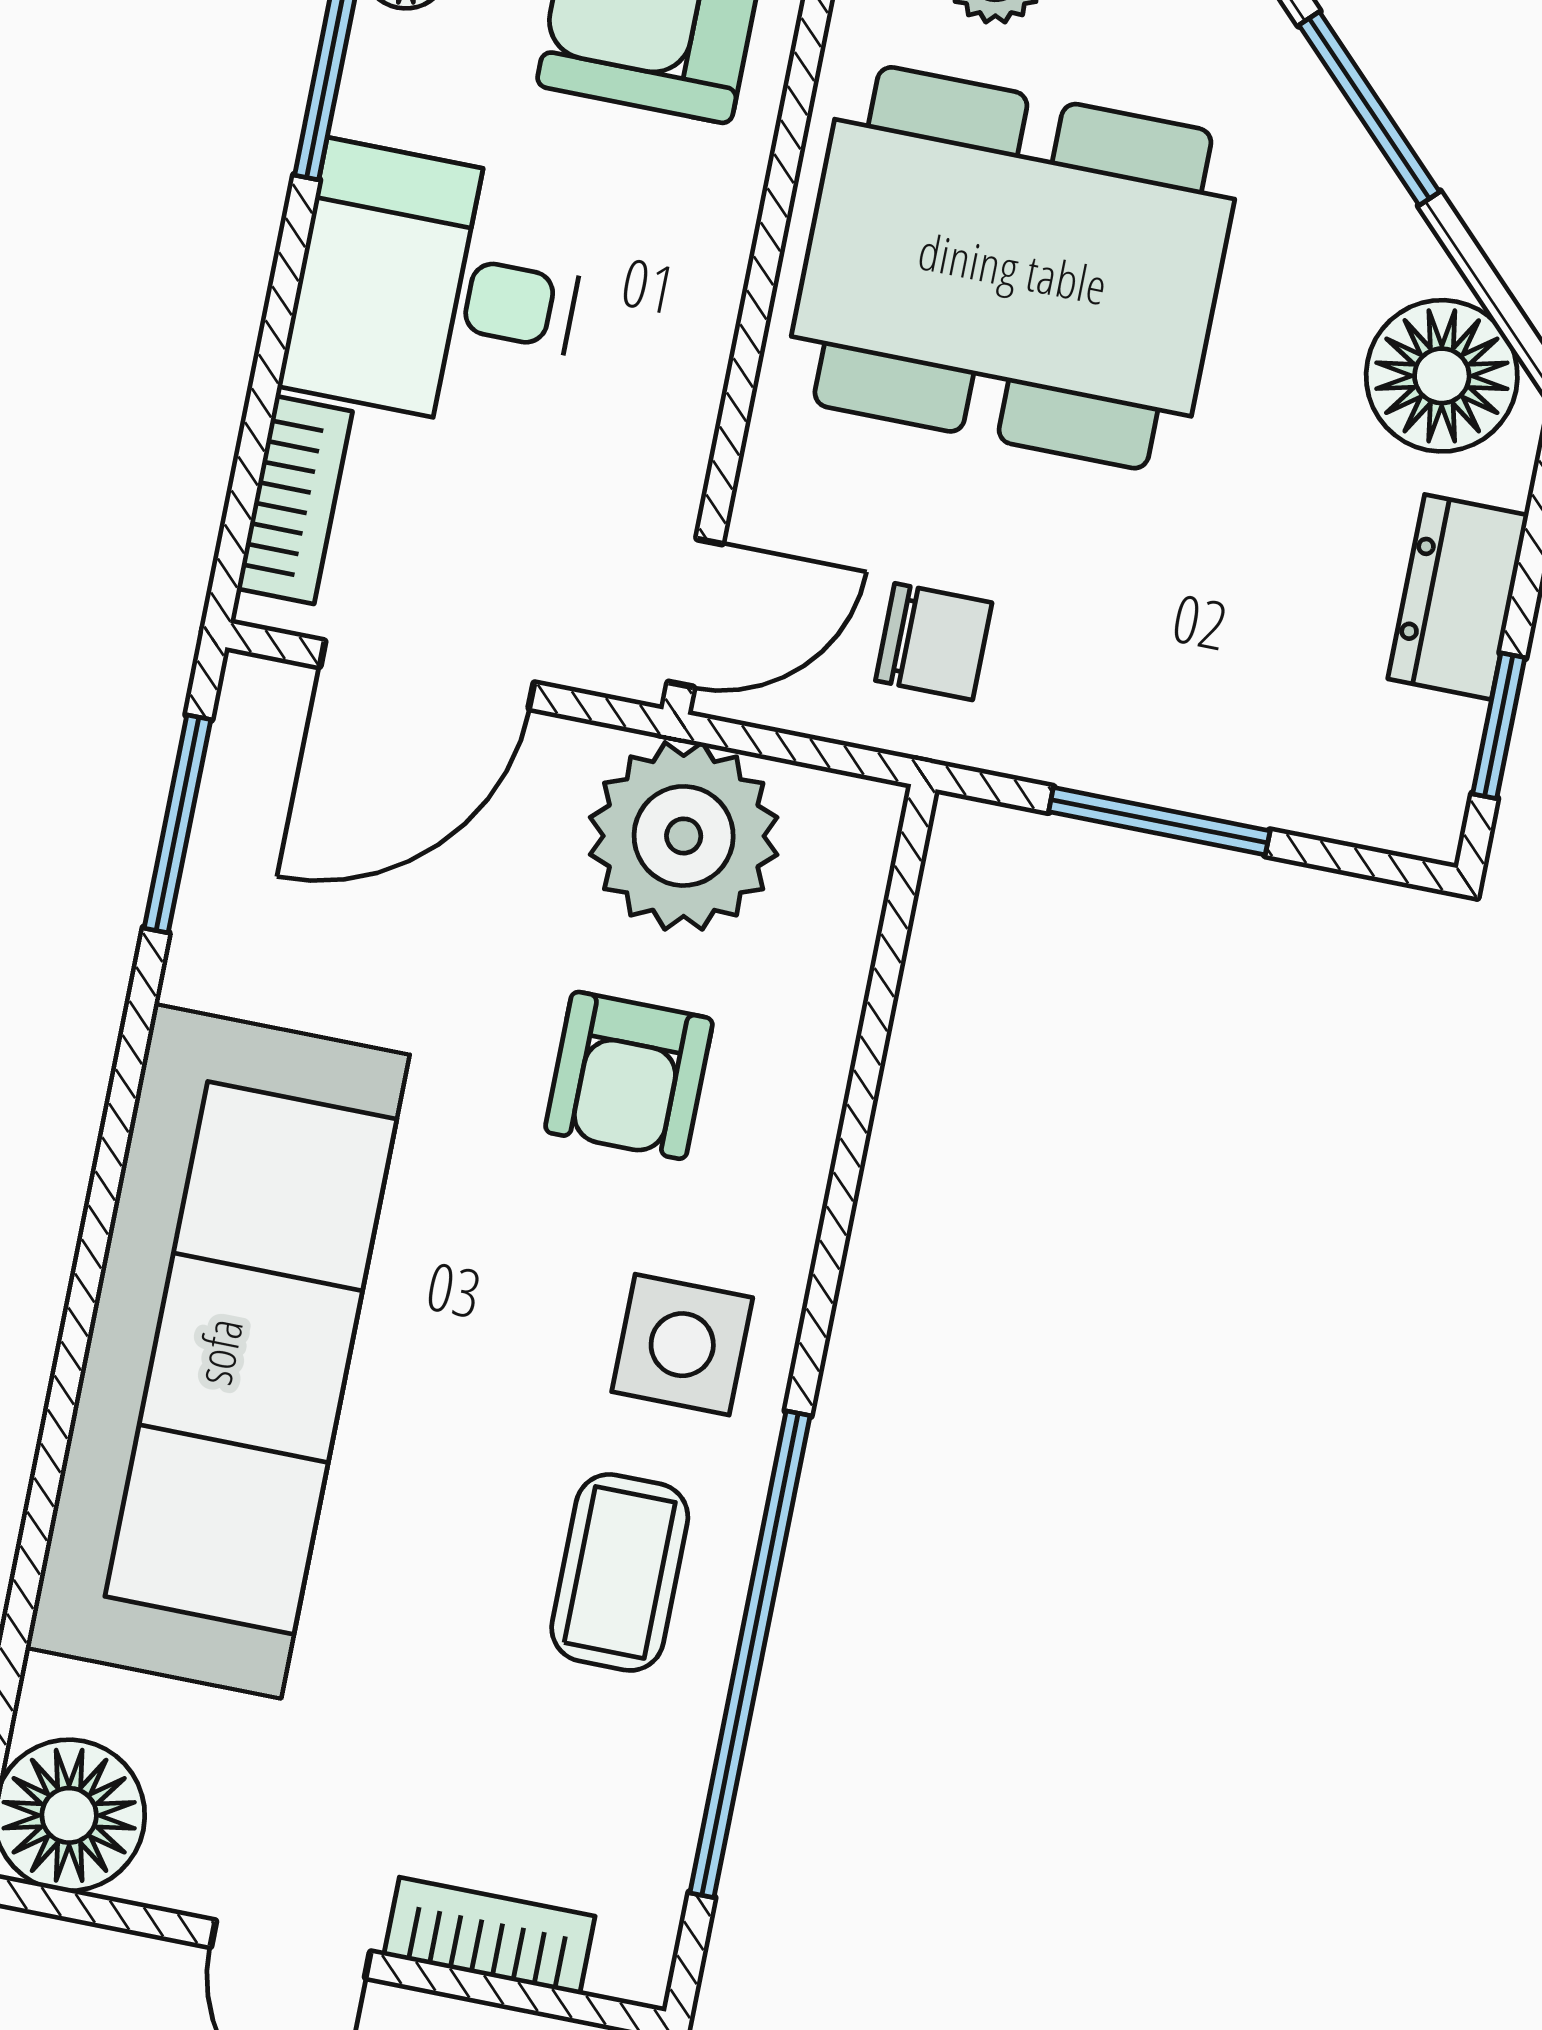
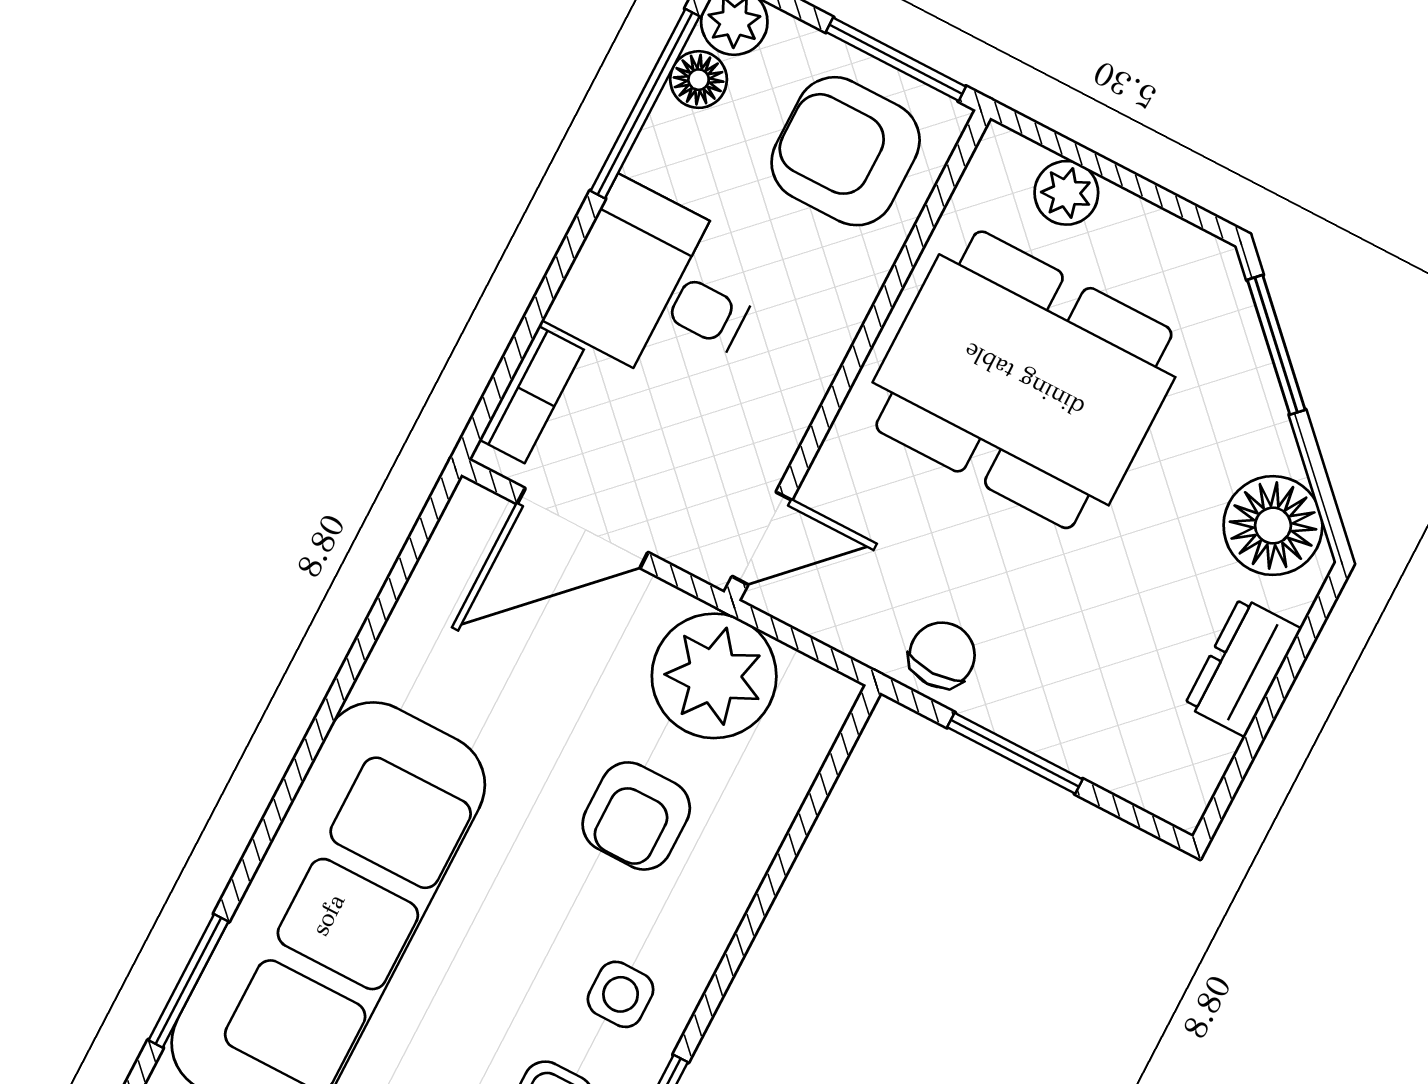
chair: (934, 642) -> (942, 655), moved, turned -90
window: (1499, 726) -> (1245, 755), removed
window: (177, 824) -> (188, 981), moved
side table: (682, 1345) -> (621, 994), width x0.73, depth x0.73

